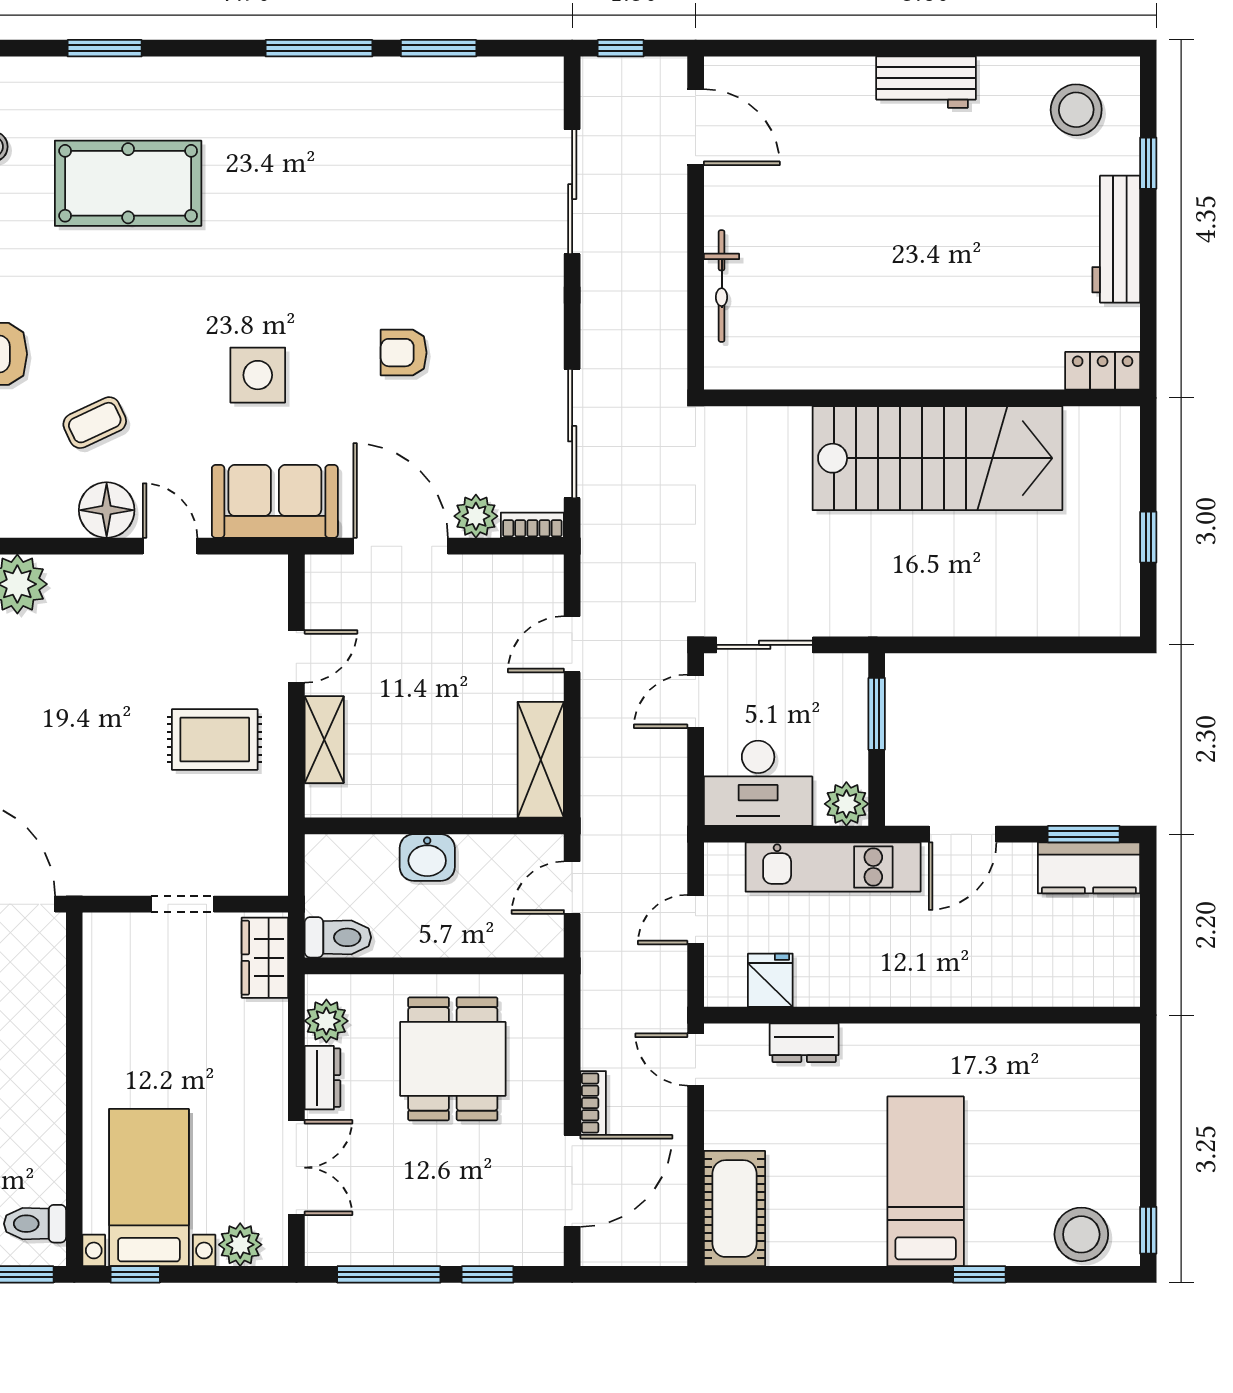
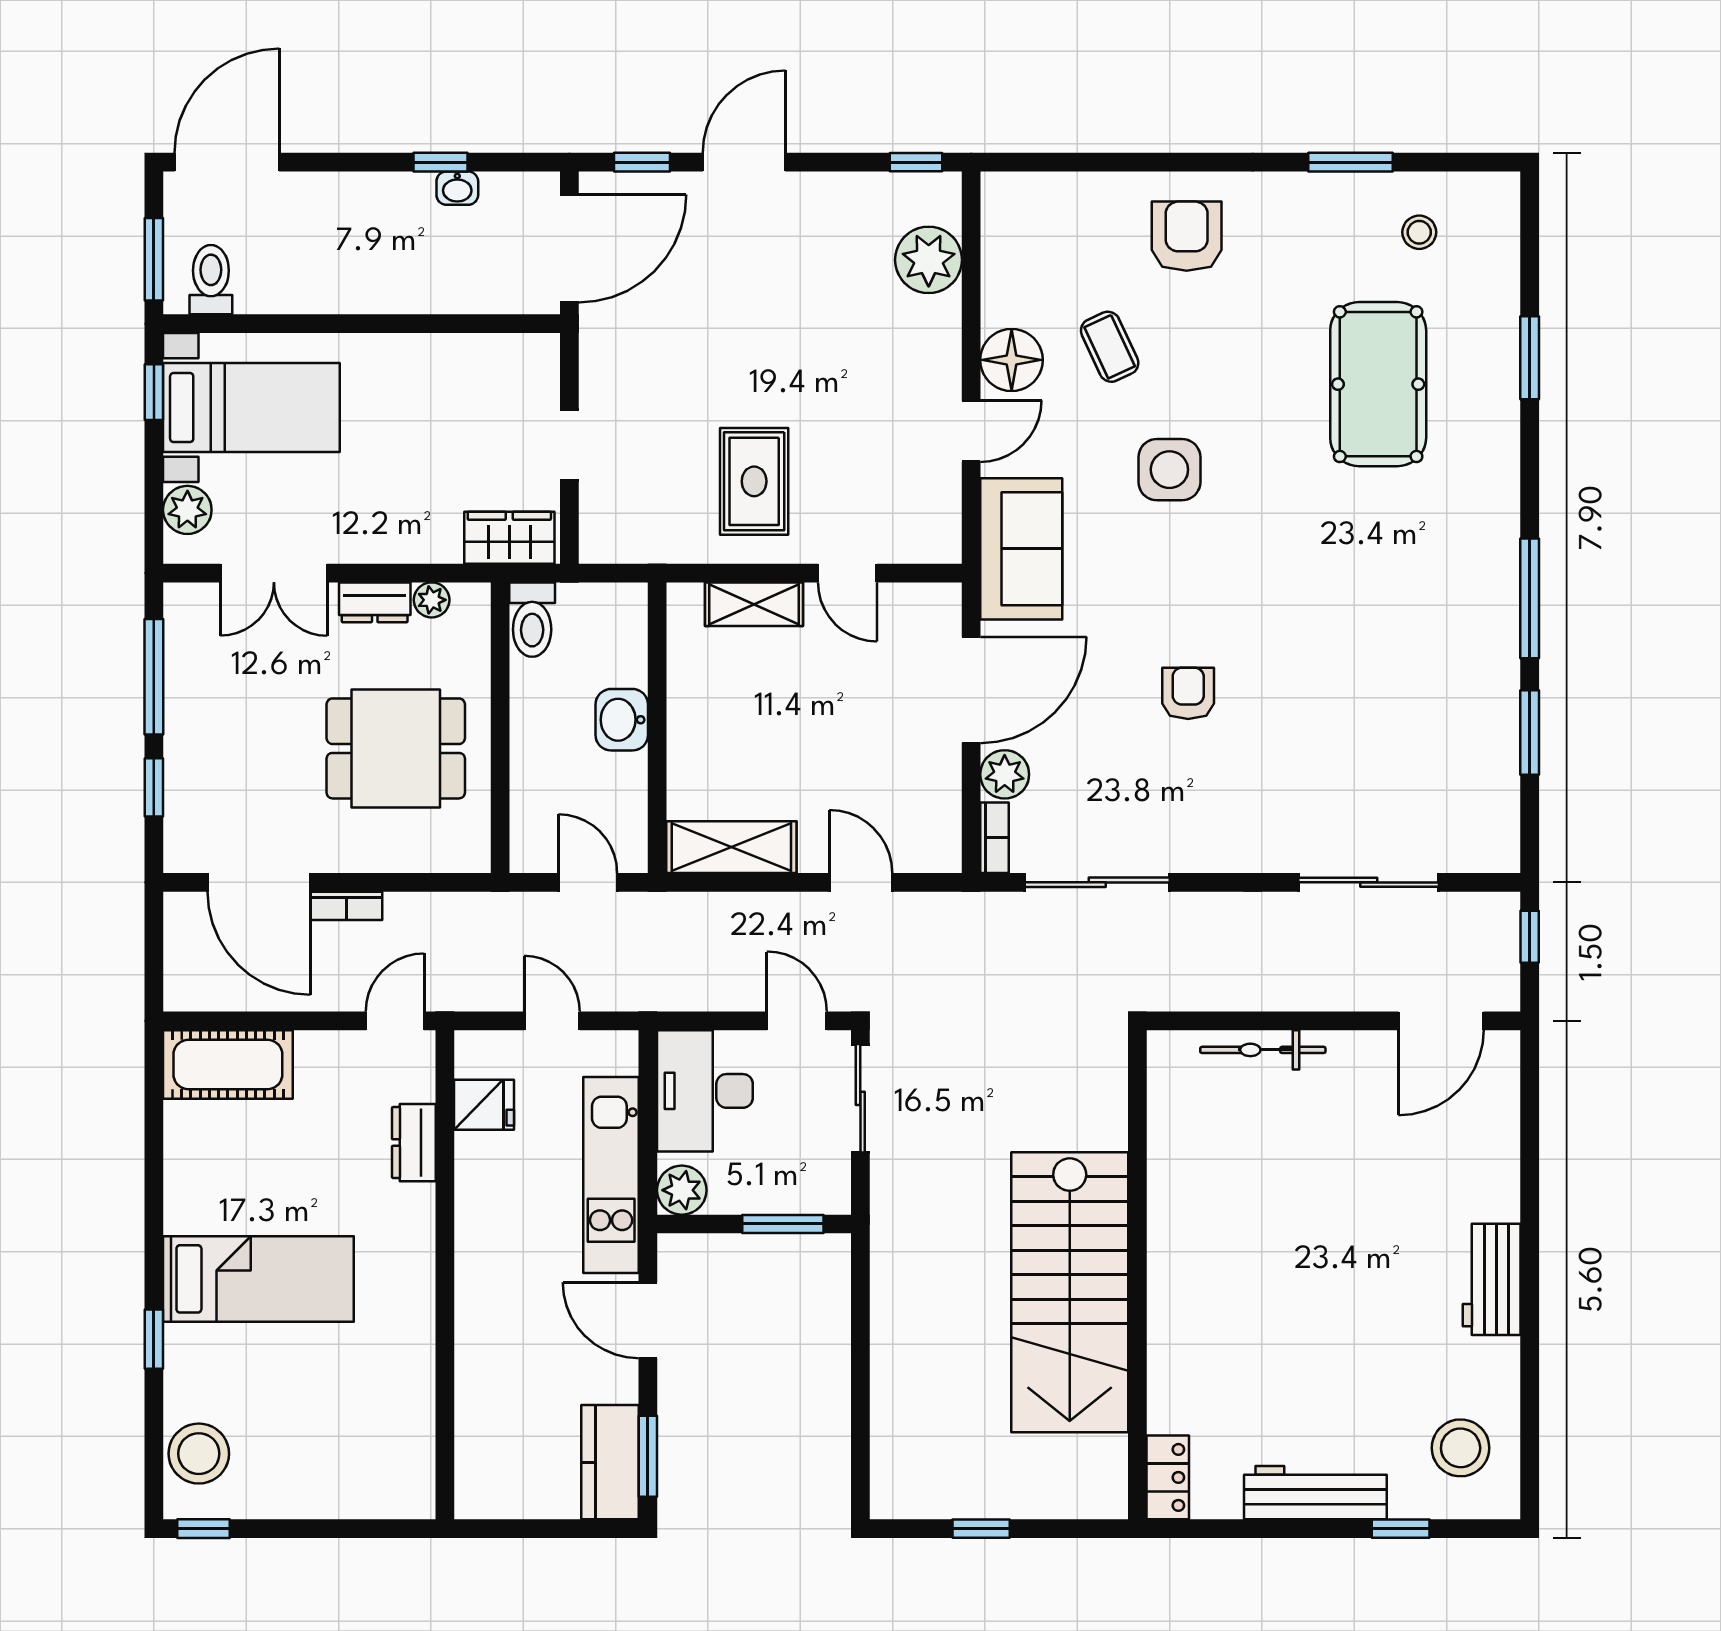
side table: (258, 375) -> (1169, 470), moved
plant: (326, 1021) -> (432, 600), width x0.73, depth x0.73

